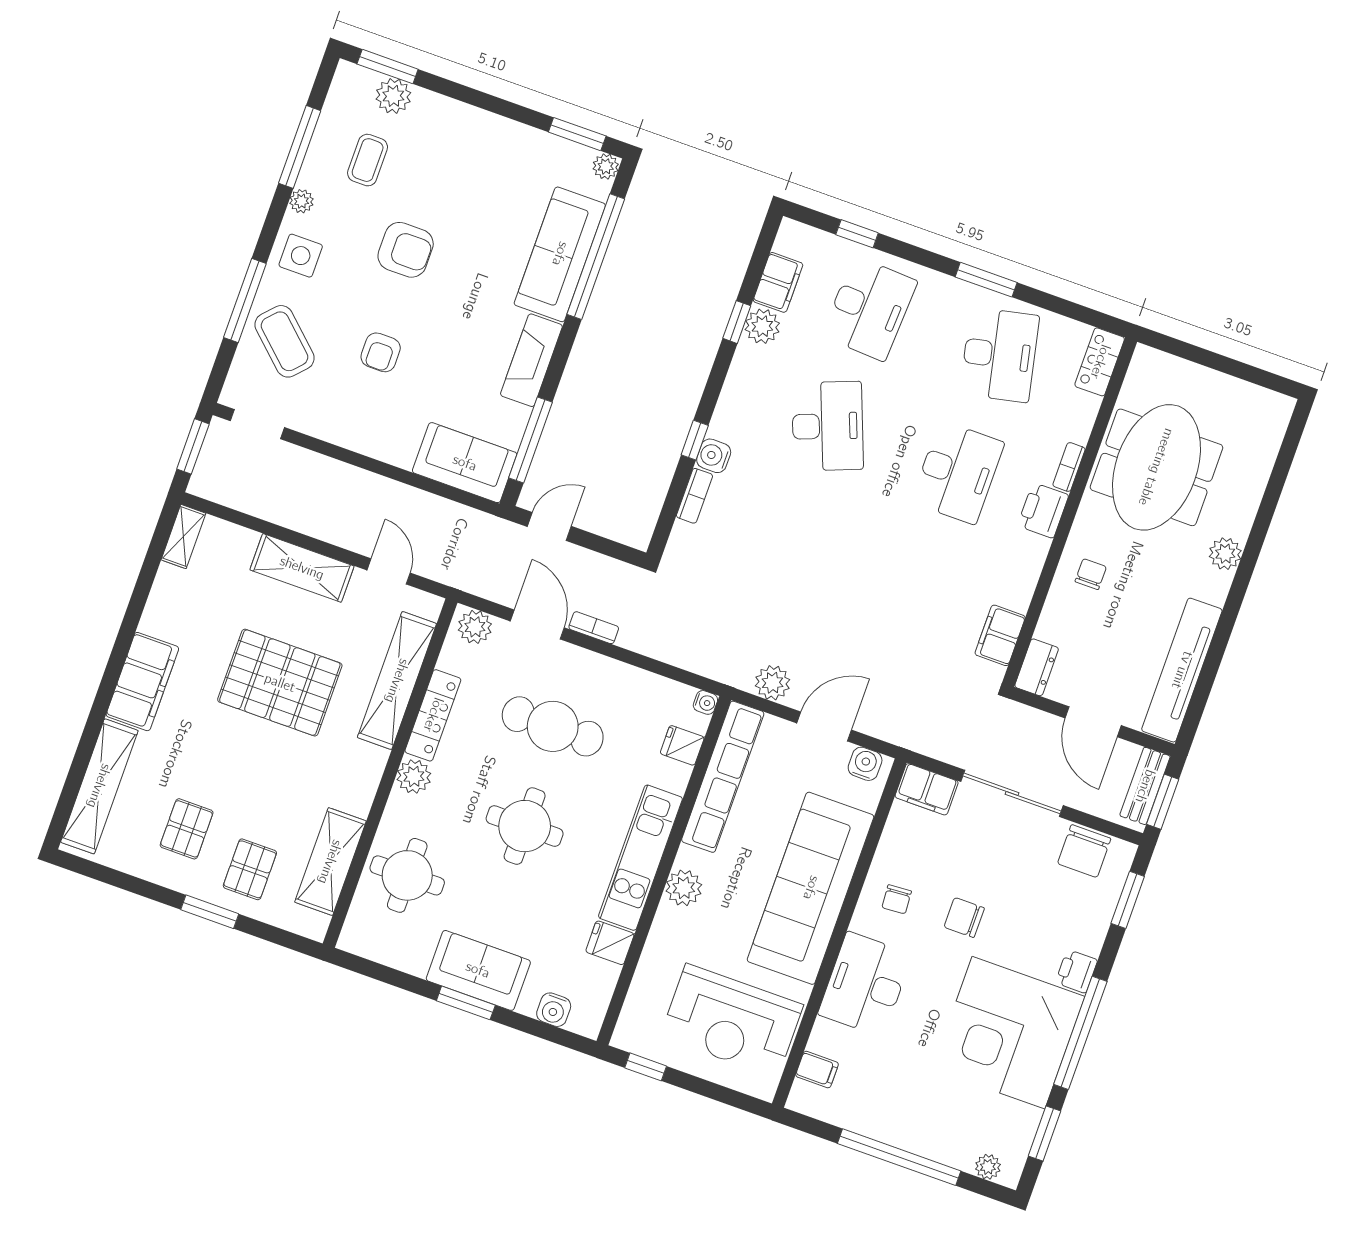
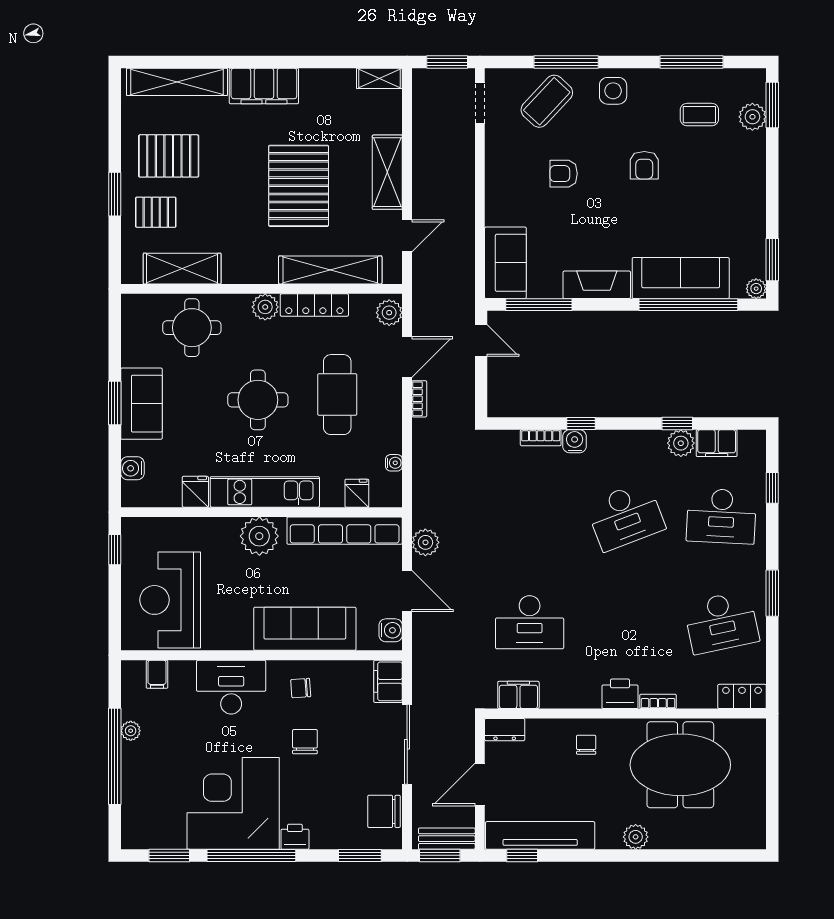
plant: (302, 201) -> (653, 77), removed
armchair: (406, 250) -> (644, 165), width x0.72, depth x0.72
desk: (958, 472) -> (530, 622), moved
chair: (1091, 574) -> (586, 745), turned -90
window: (1199, 701) -> (522, 855), added
water cooler: (705, 702) -> (394, 463), moved, turned -90
pallet: (187, 829) -> (169, 156), width x1.50, depth x1.42
plant: (684, 888) -> (259, 536), width x1.36, depth x1.36
sofa: (811, 888) -> (305, 629), width x0.74, depth x0.79
plant: (988, 1167) -> (131, 731), moved

